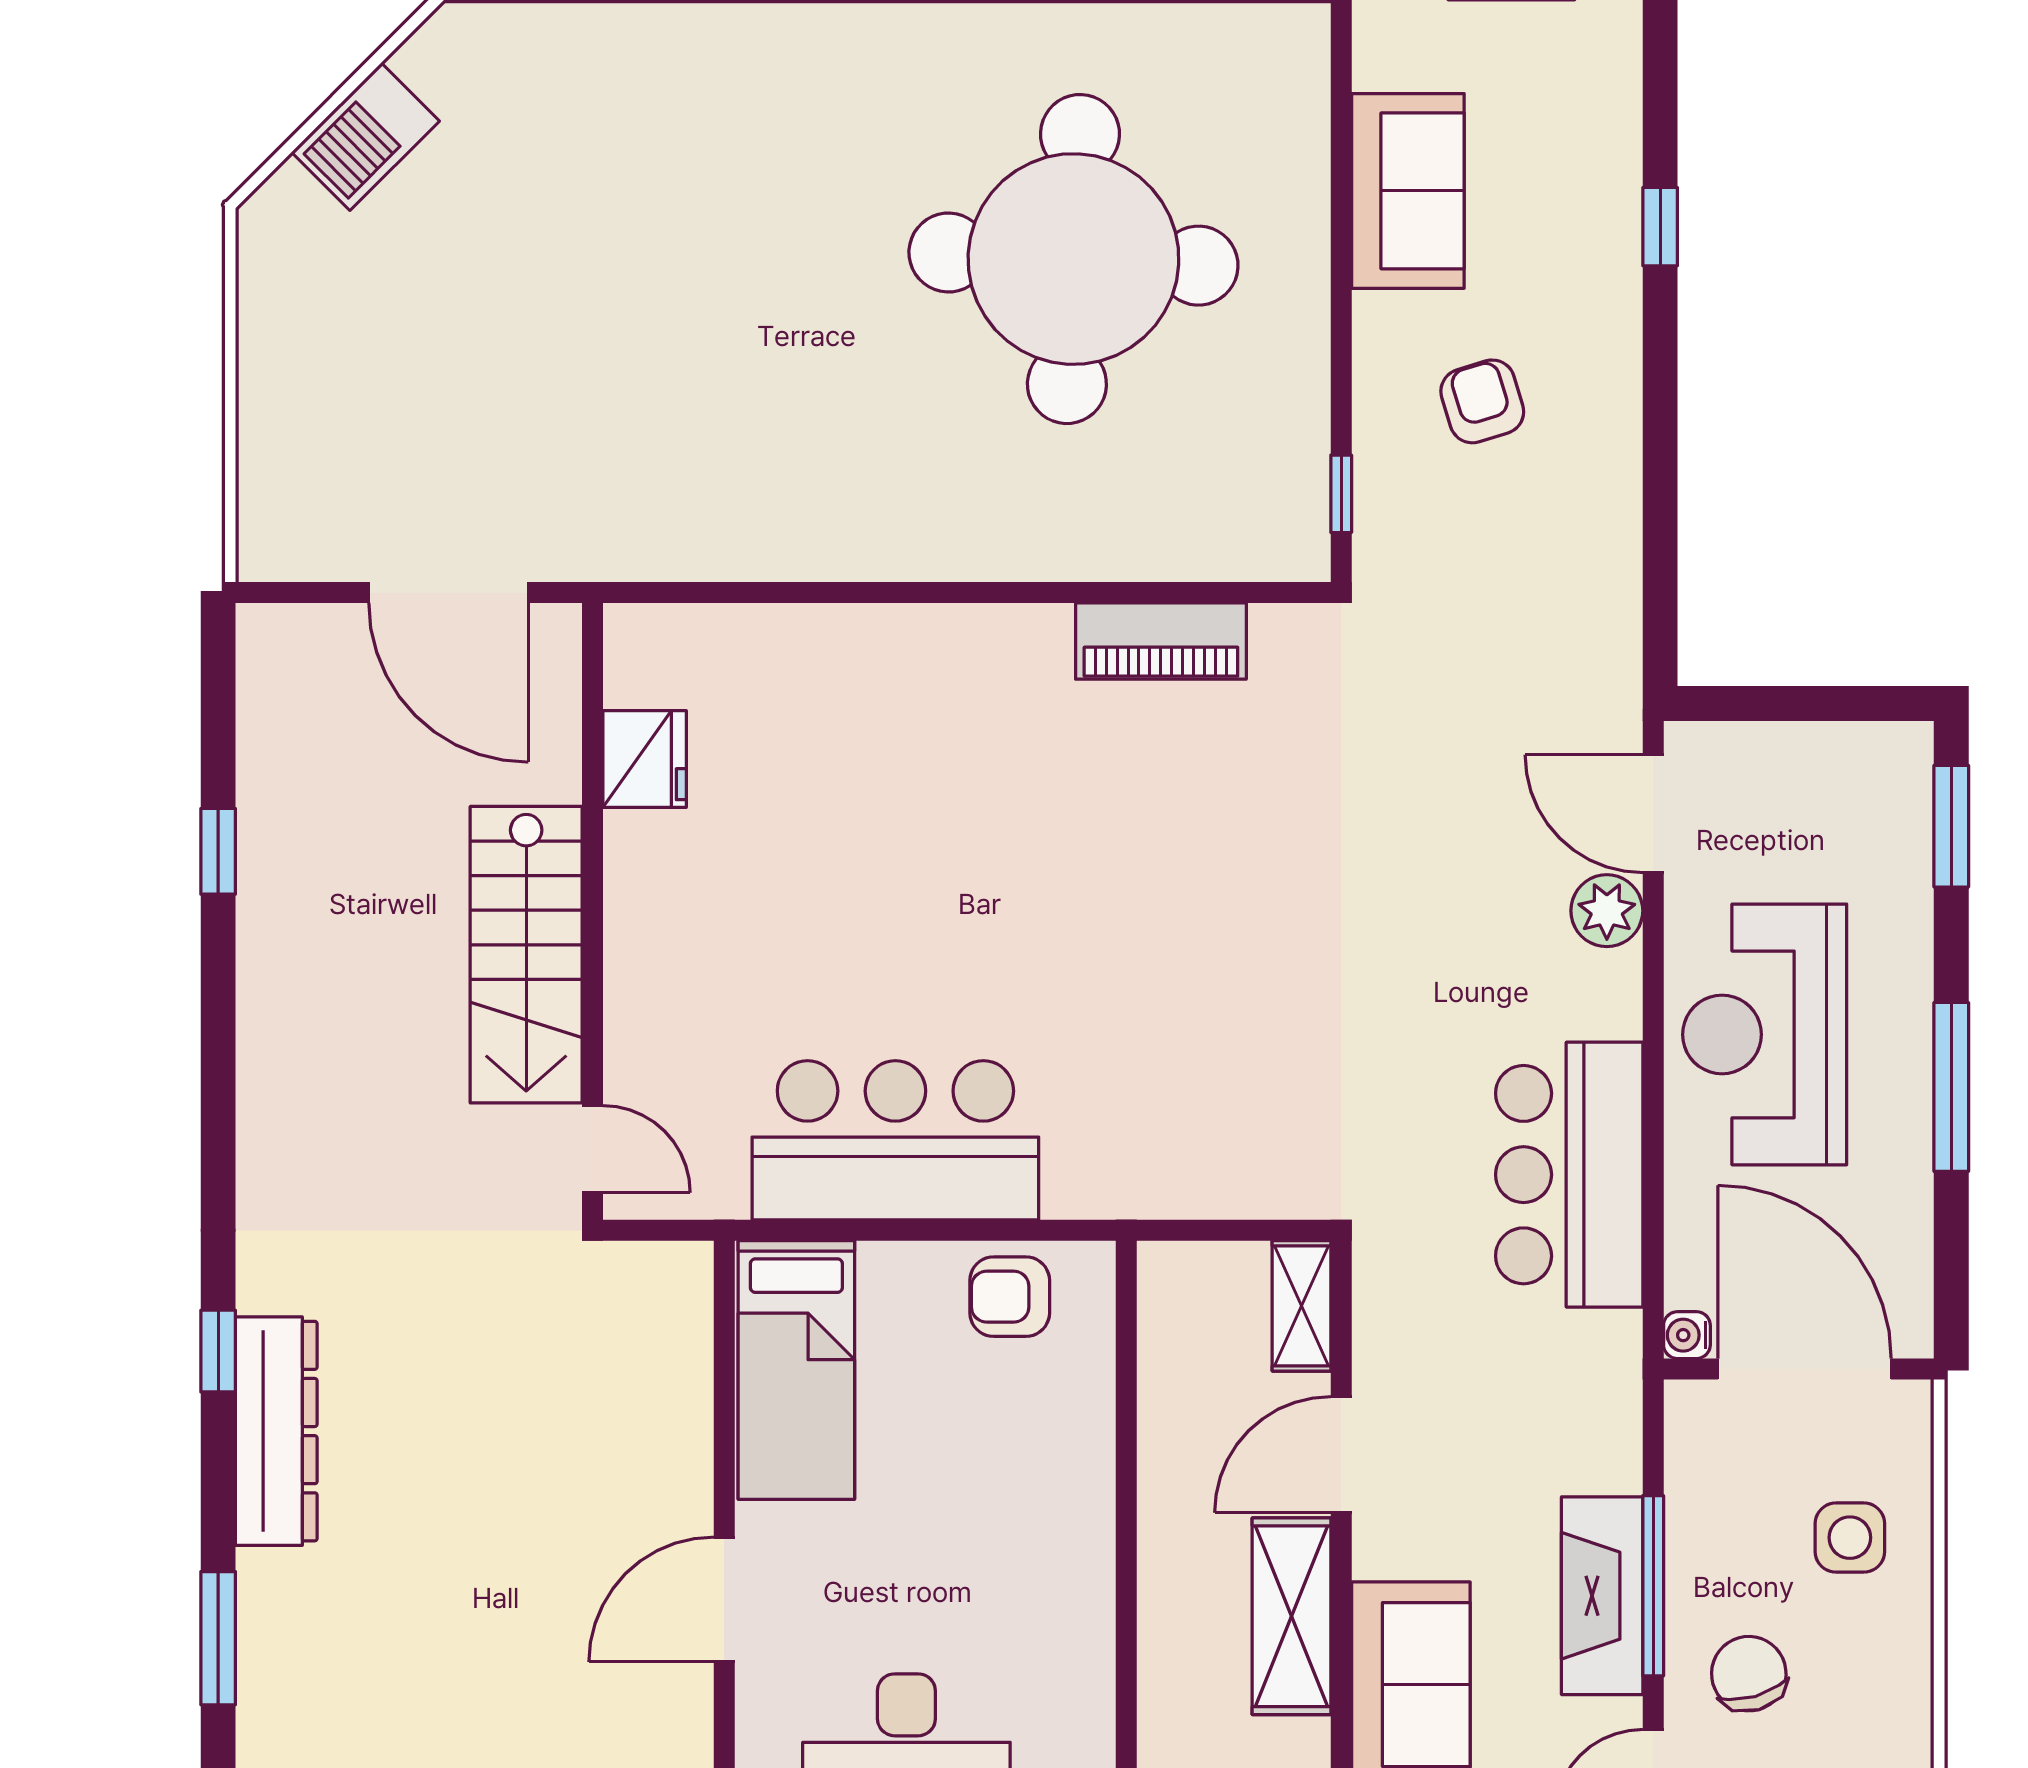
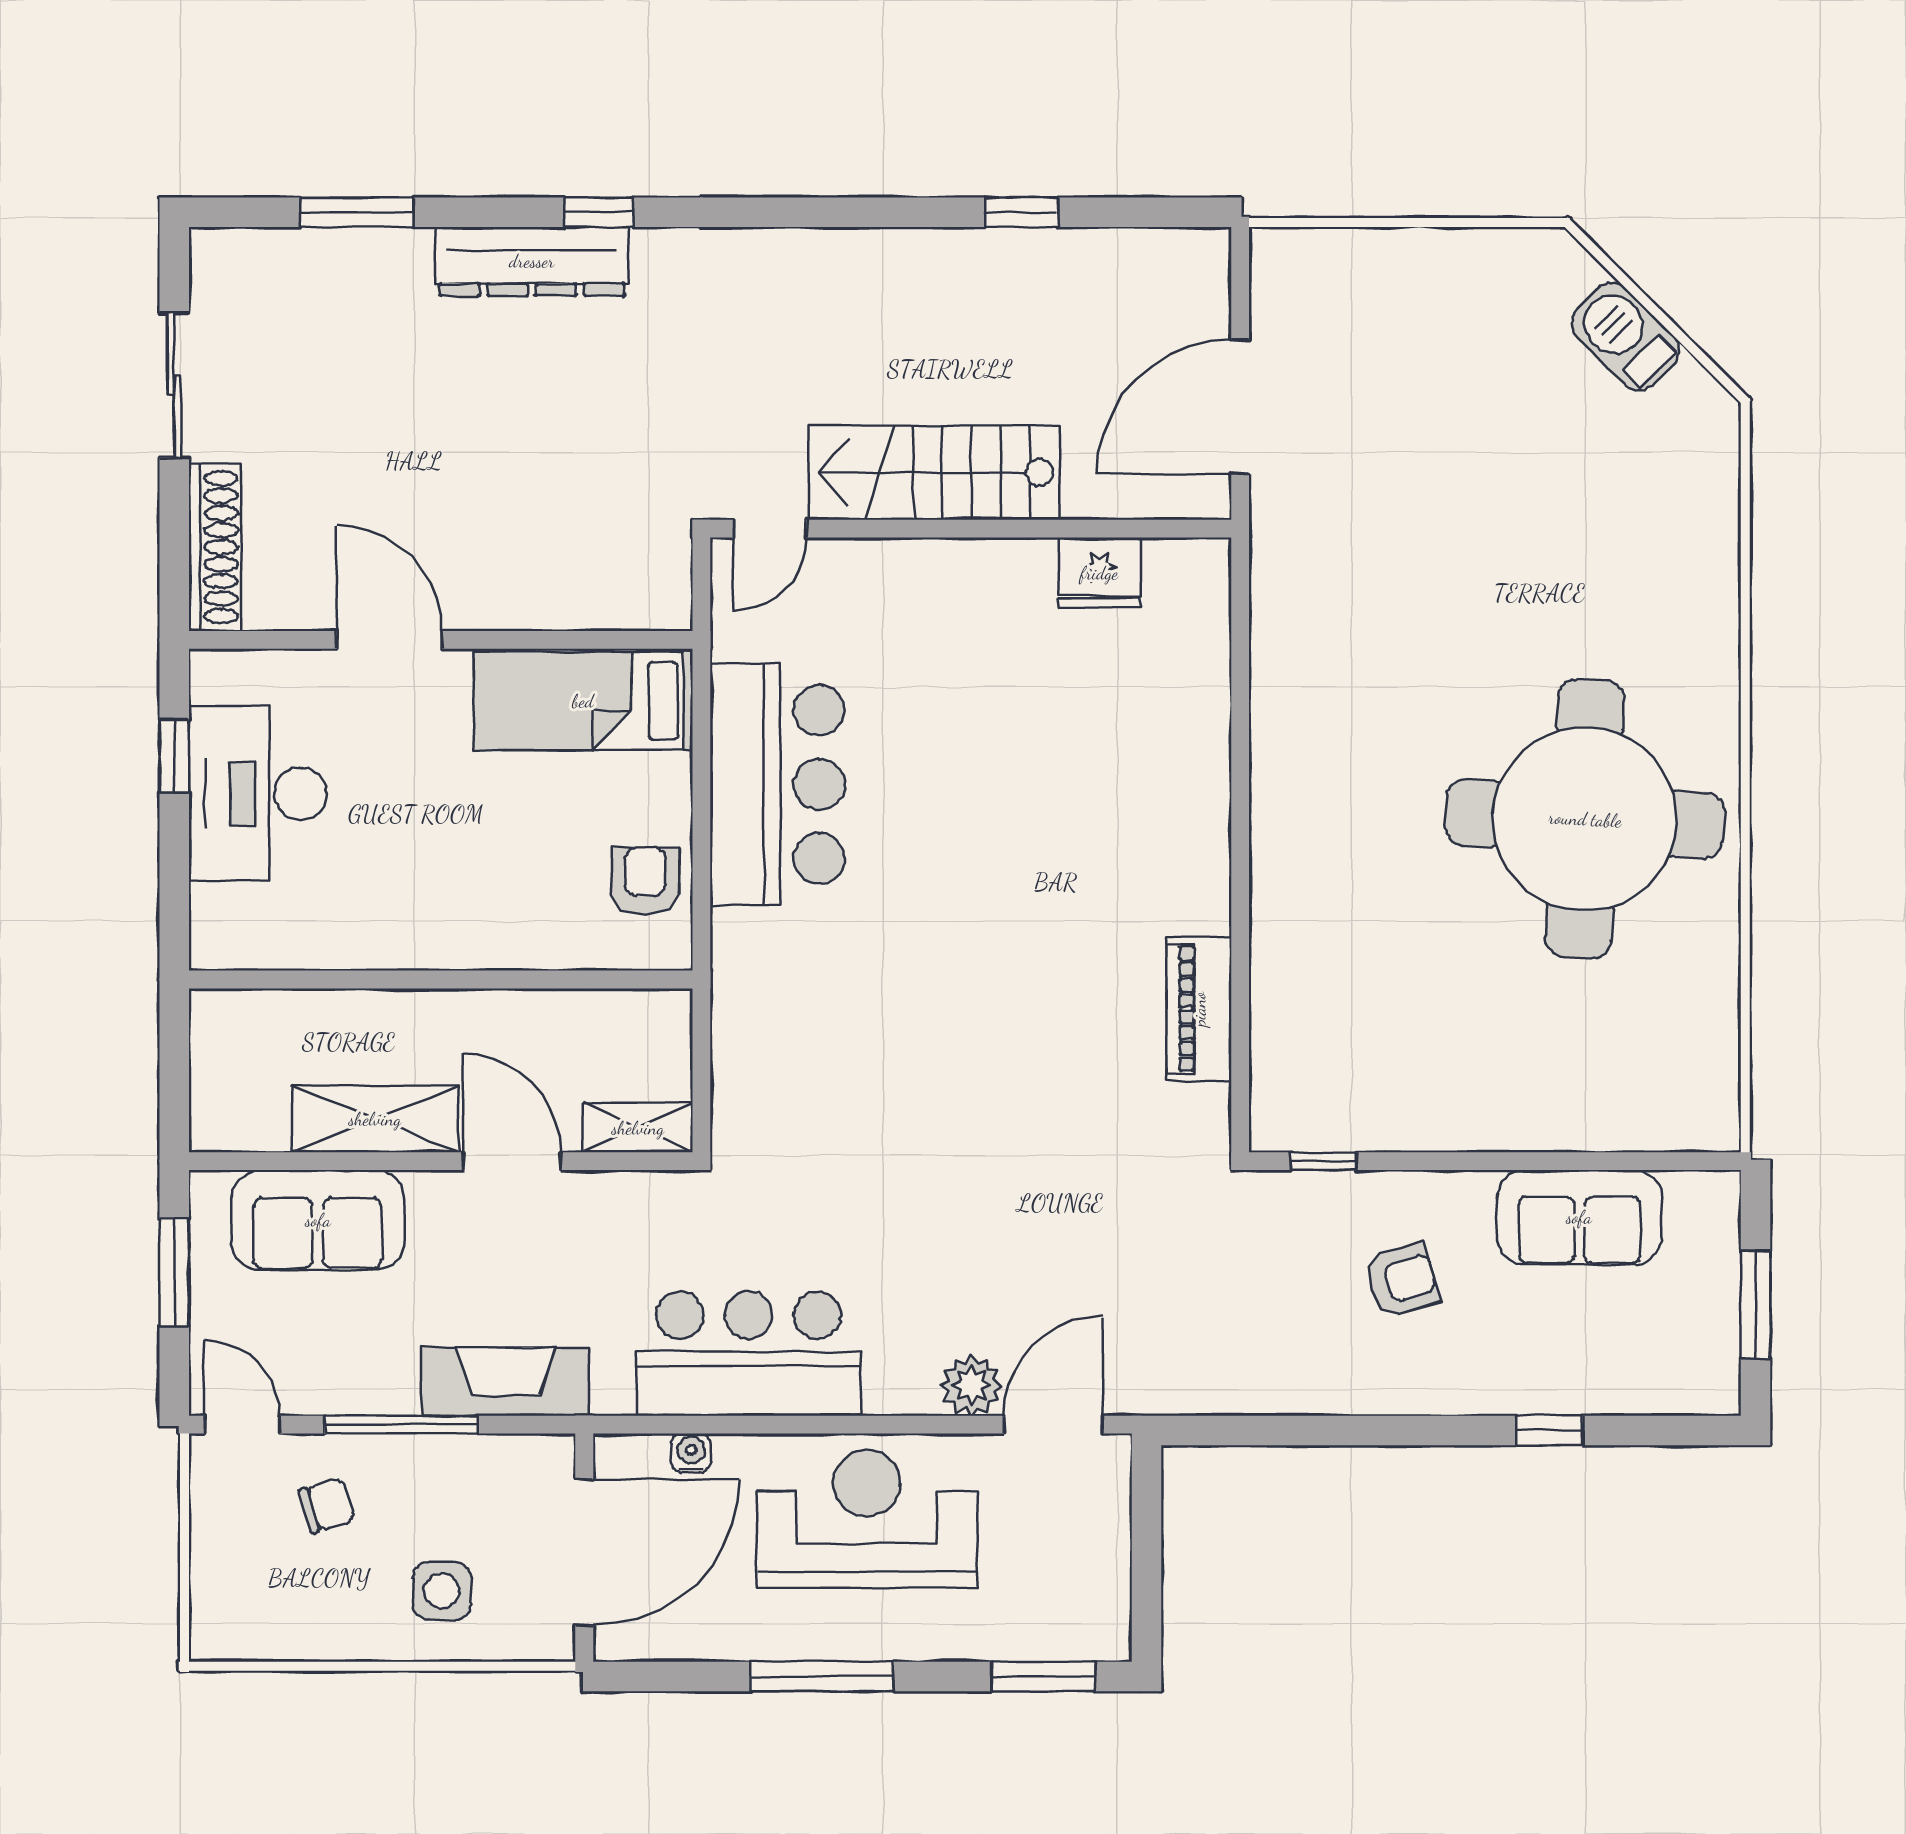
round table: (1073, 259) -> (1585, 819), moved
water cooler: (1687, 1335) -> (691, 1453), moved
fireplace: (1602, 1596) -> (505, 1381), moved
chair: (1749, 1674) -> (327, 1505), width x0.73, depth x0.73

